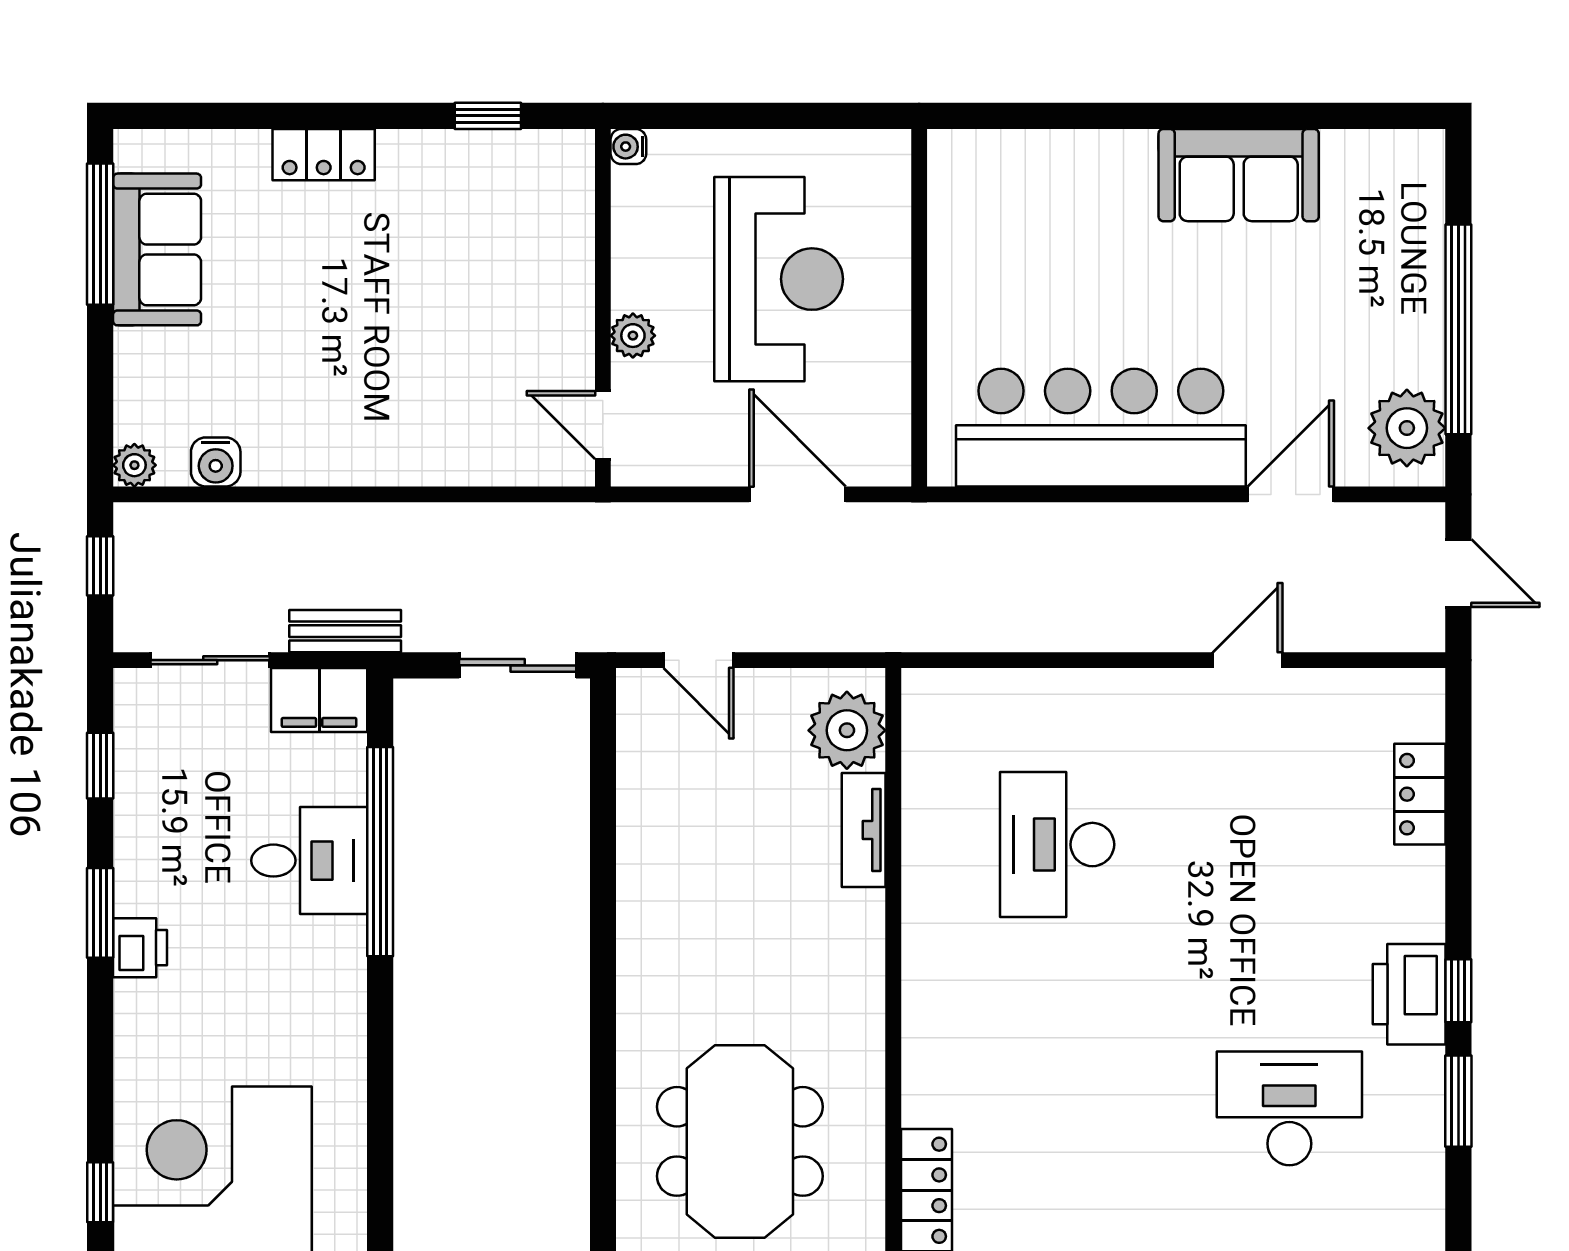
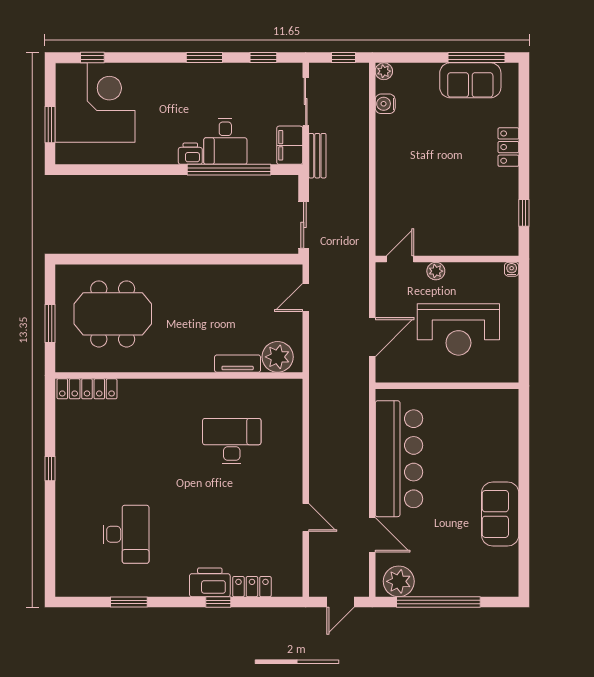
printer: (140, 948) -> (190, 154), moved, turned 180
window: (1458, 991) -> (218, 602), moved
printer: (1409, 994) -> (210, 582), moved

